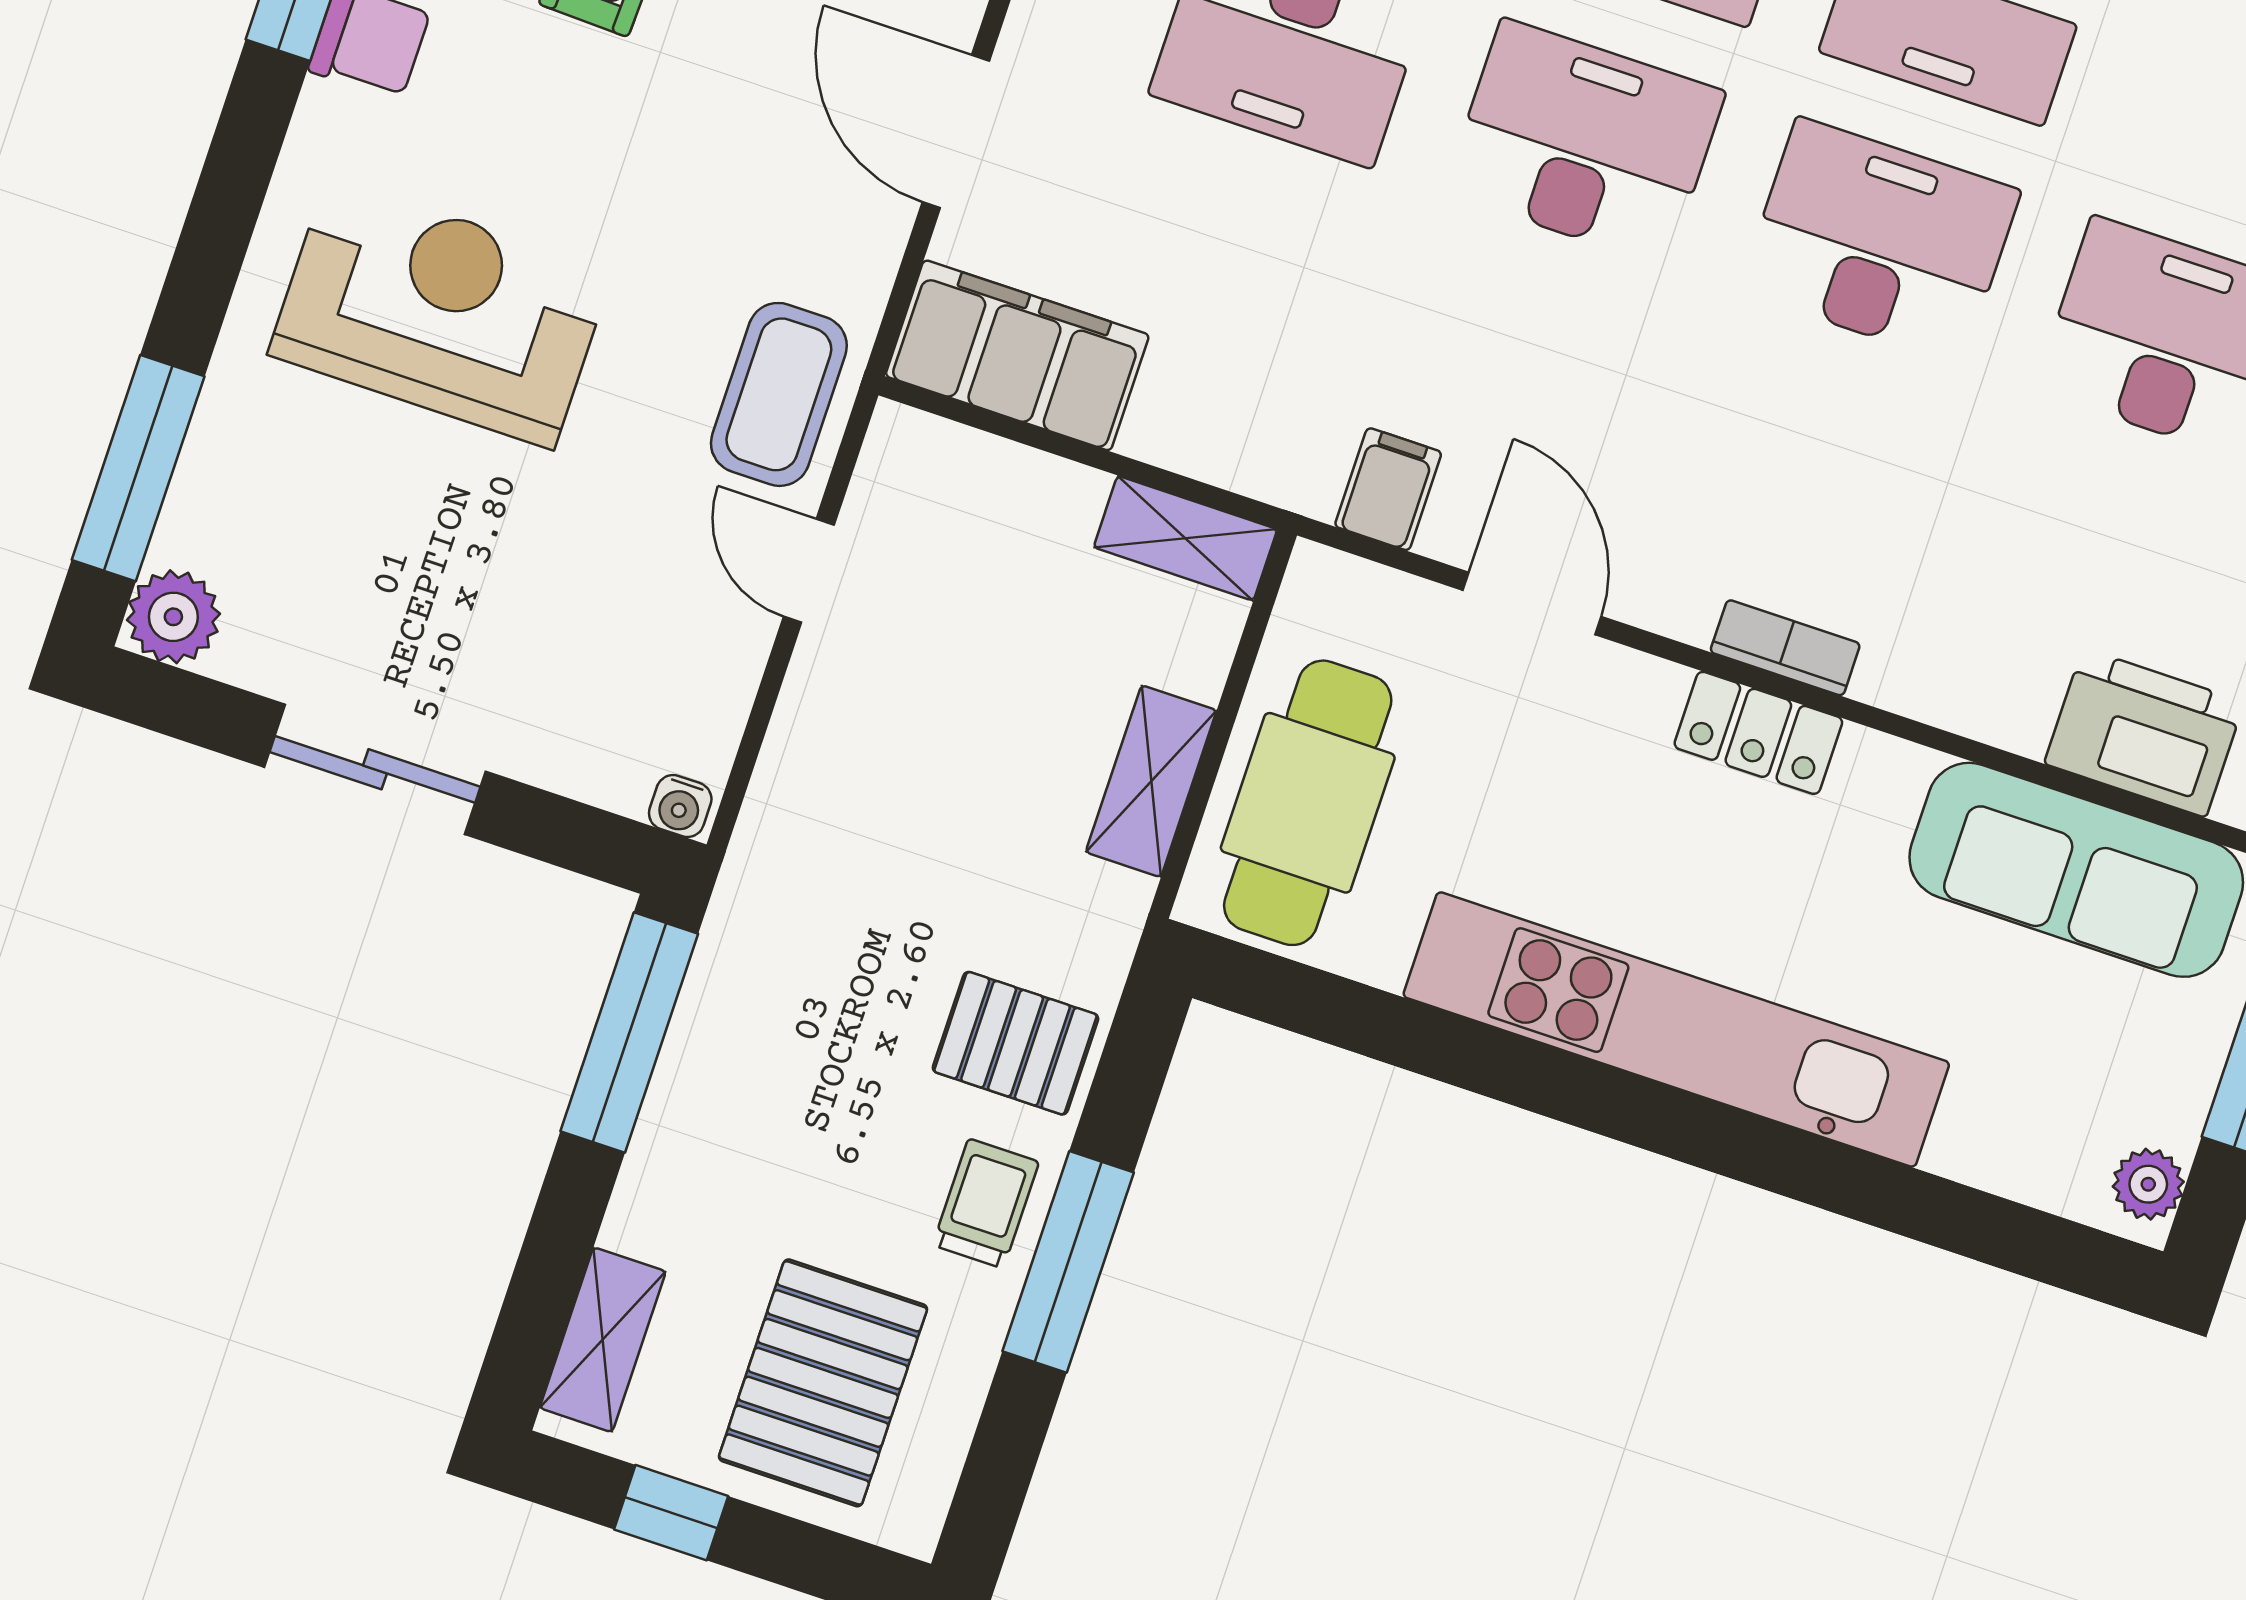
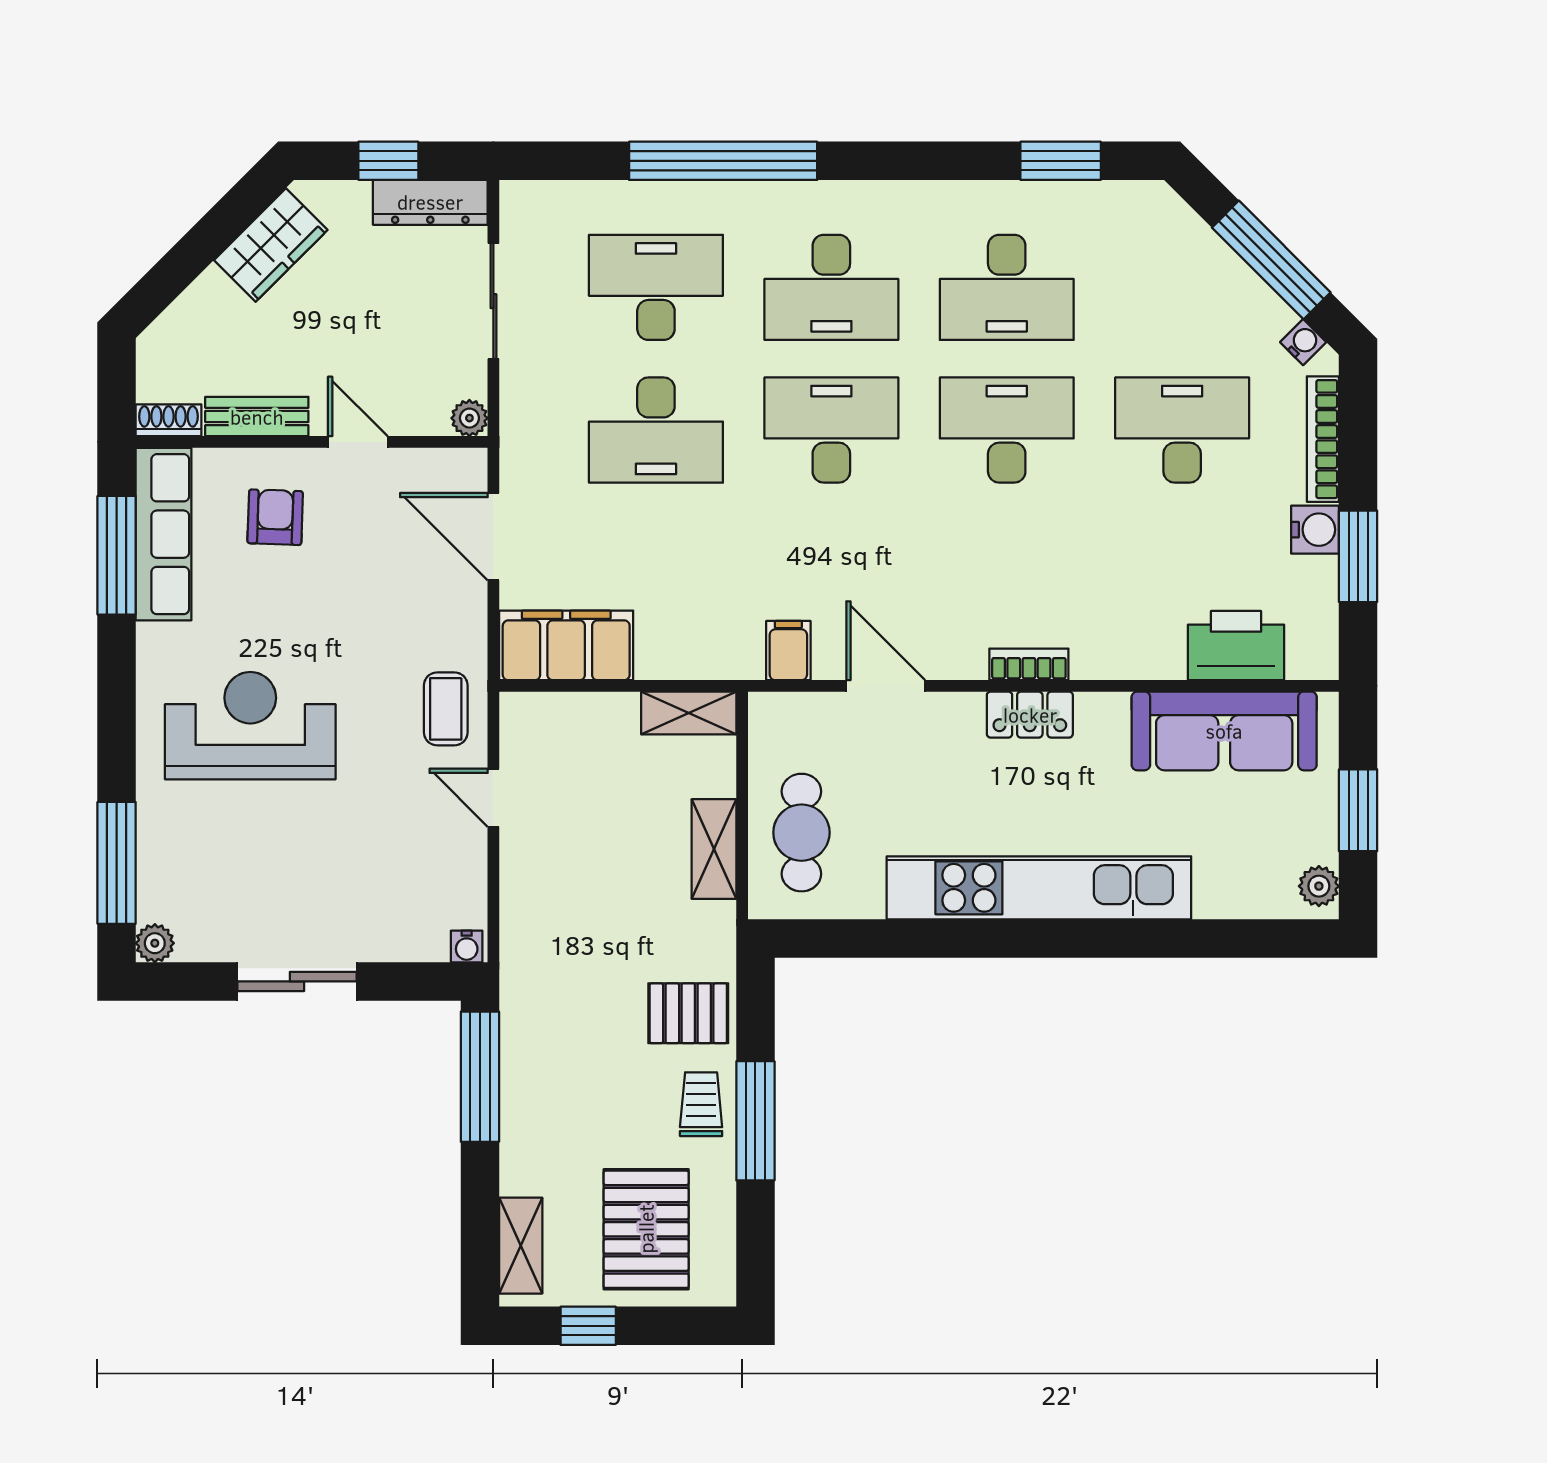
coffee table: (779, 394) -> (446, 709), width x0.73, depth x0.77
plant: (173, 617) -> (155, 943), width x0.73, depth x0.73
cafe table: (1308, 803) -> (801, 833), width x0.73, depth x0.74

